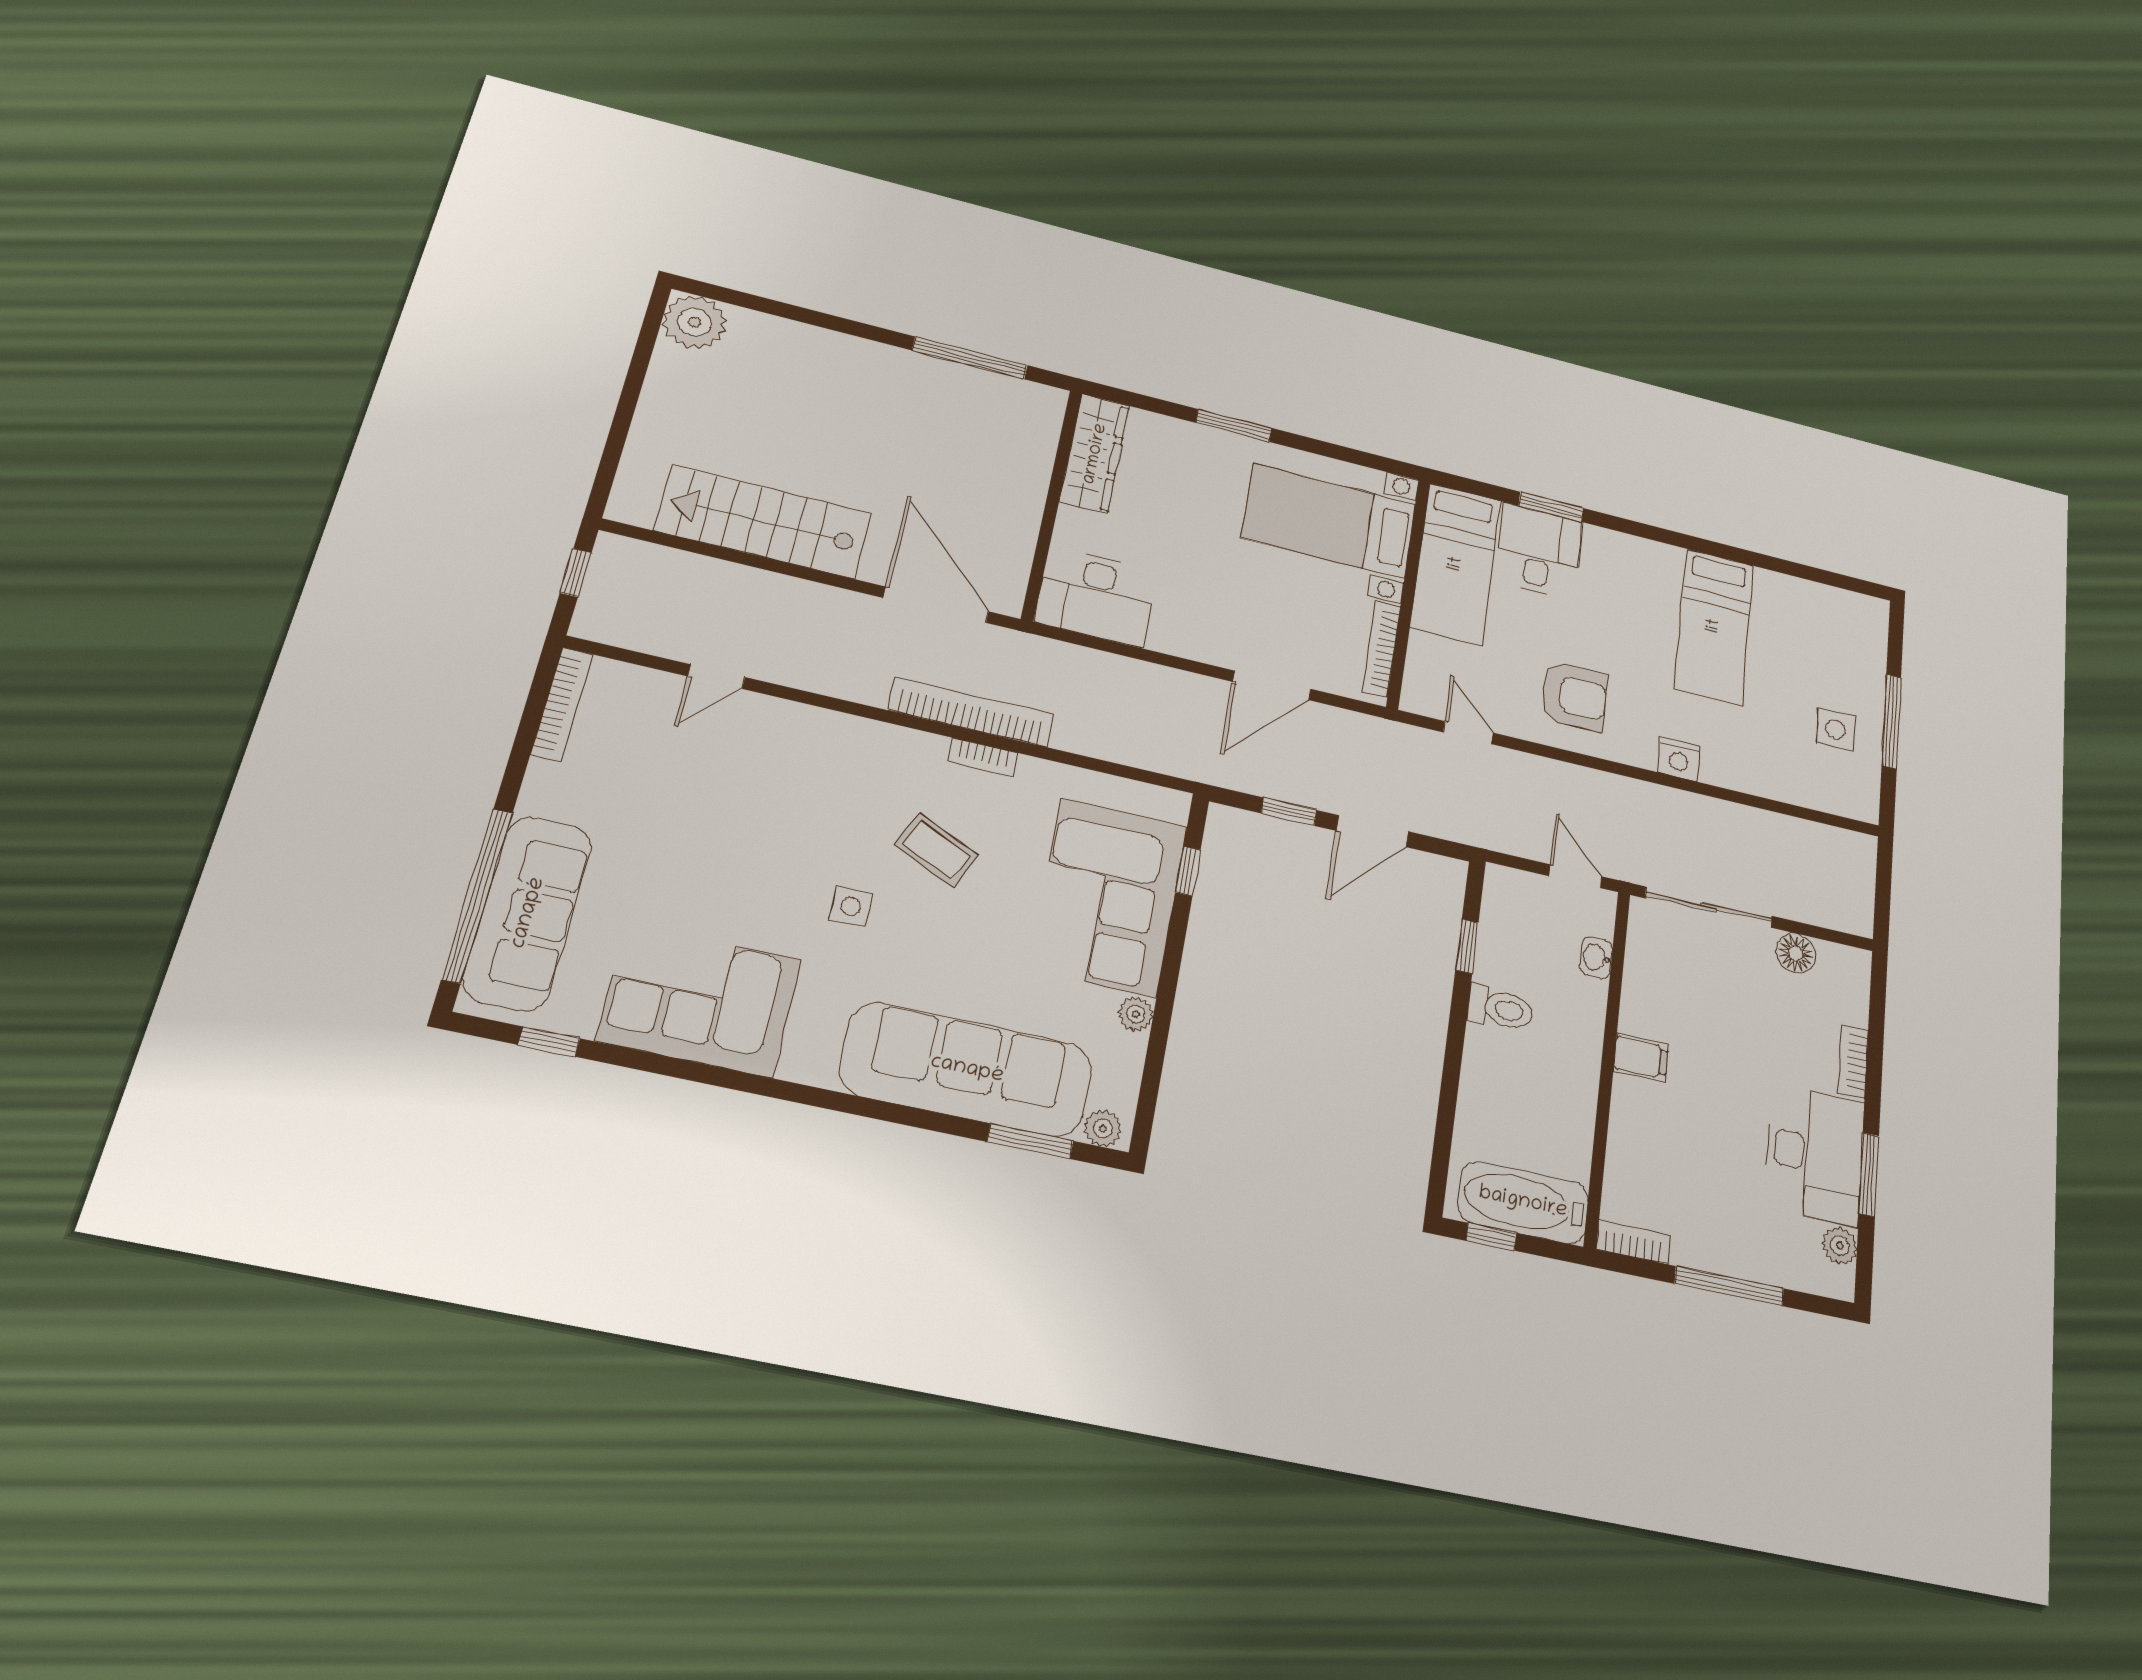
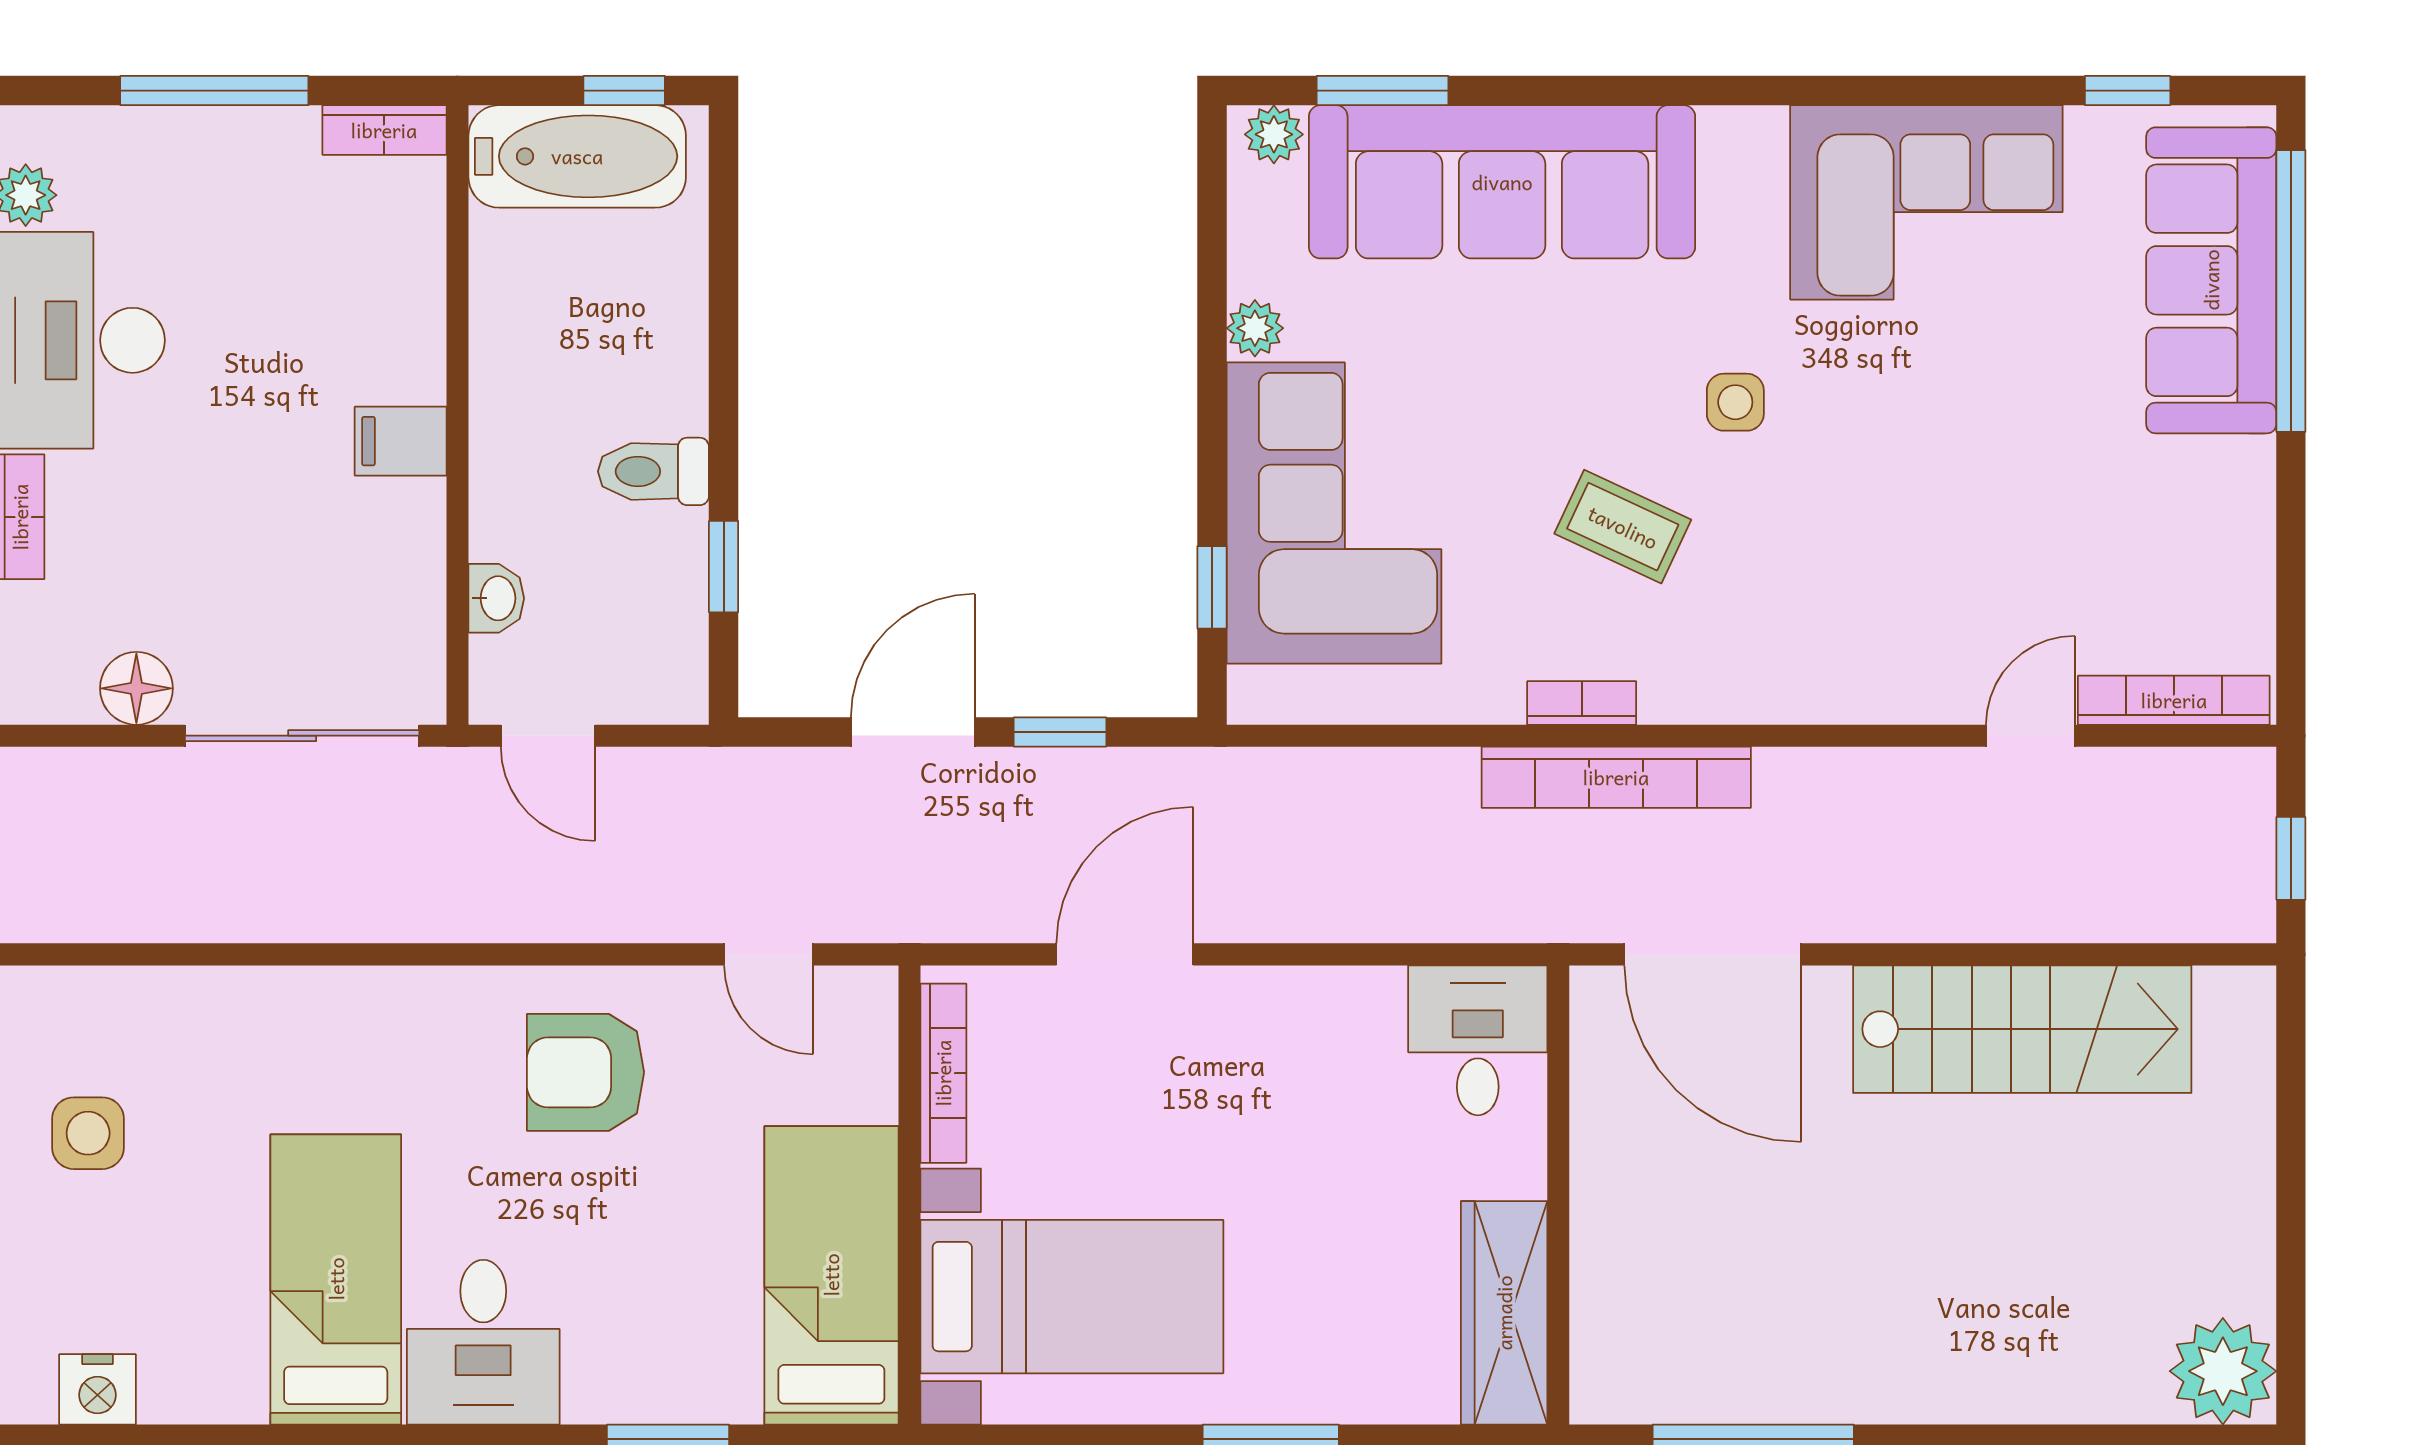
desk: (1538, 551) -> (483, 1342), moved
desk: (1096, 597) -> (1478, 1040), width x0.73
bookcase: (562, 704) -> (2174, 700), moved, turned 90
nightstand: (1679, 759) -> (98, 1389), moved, turned 180

